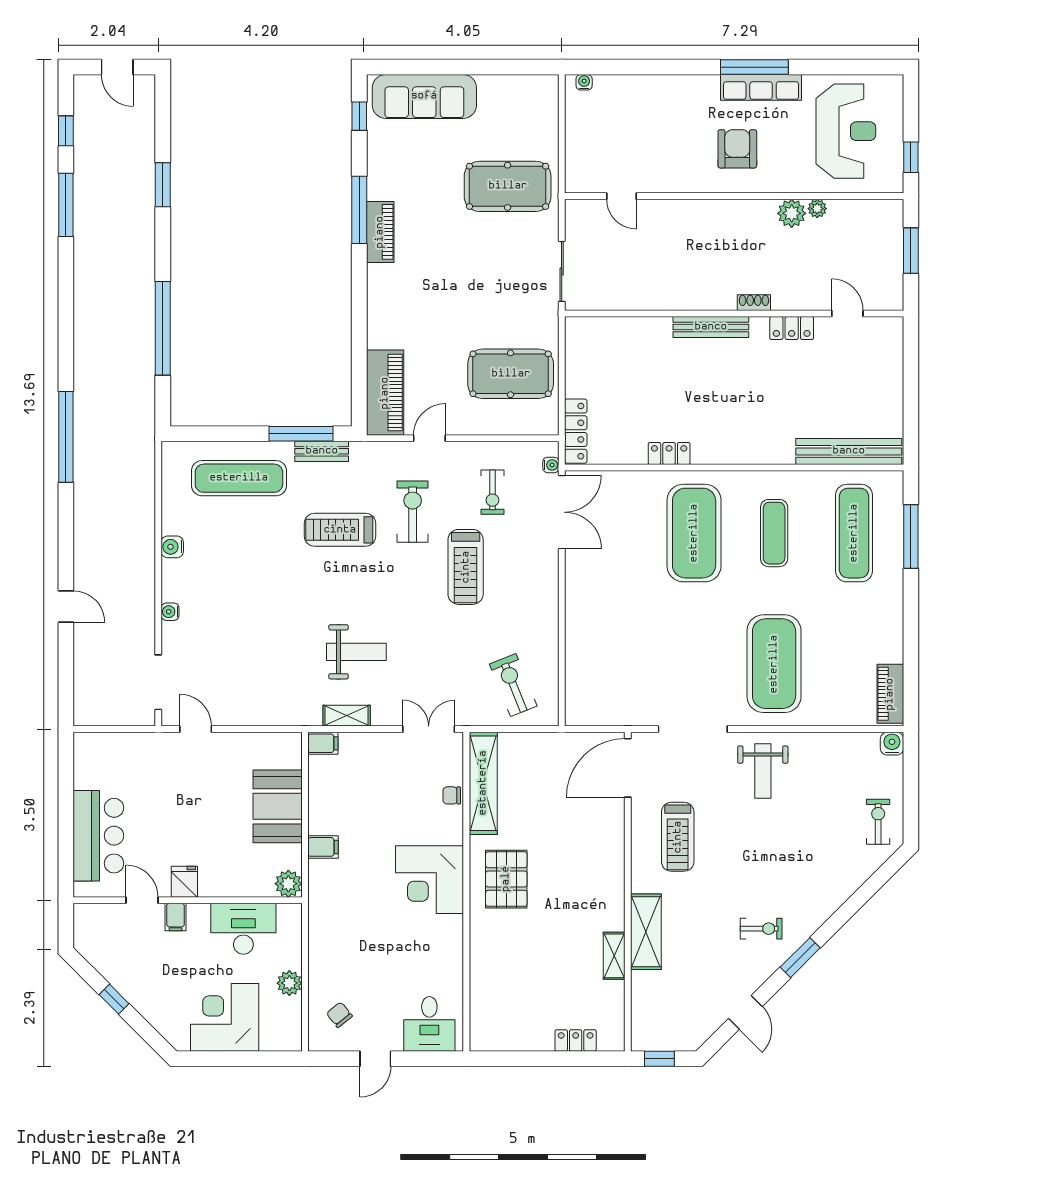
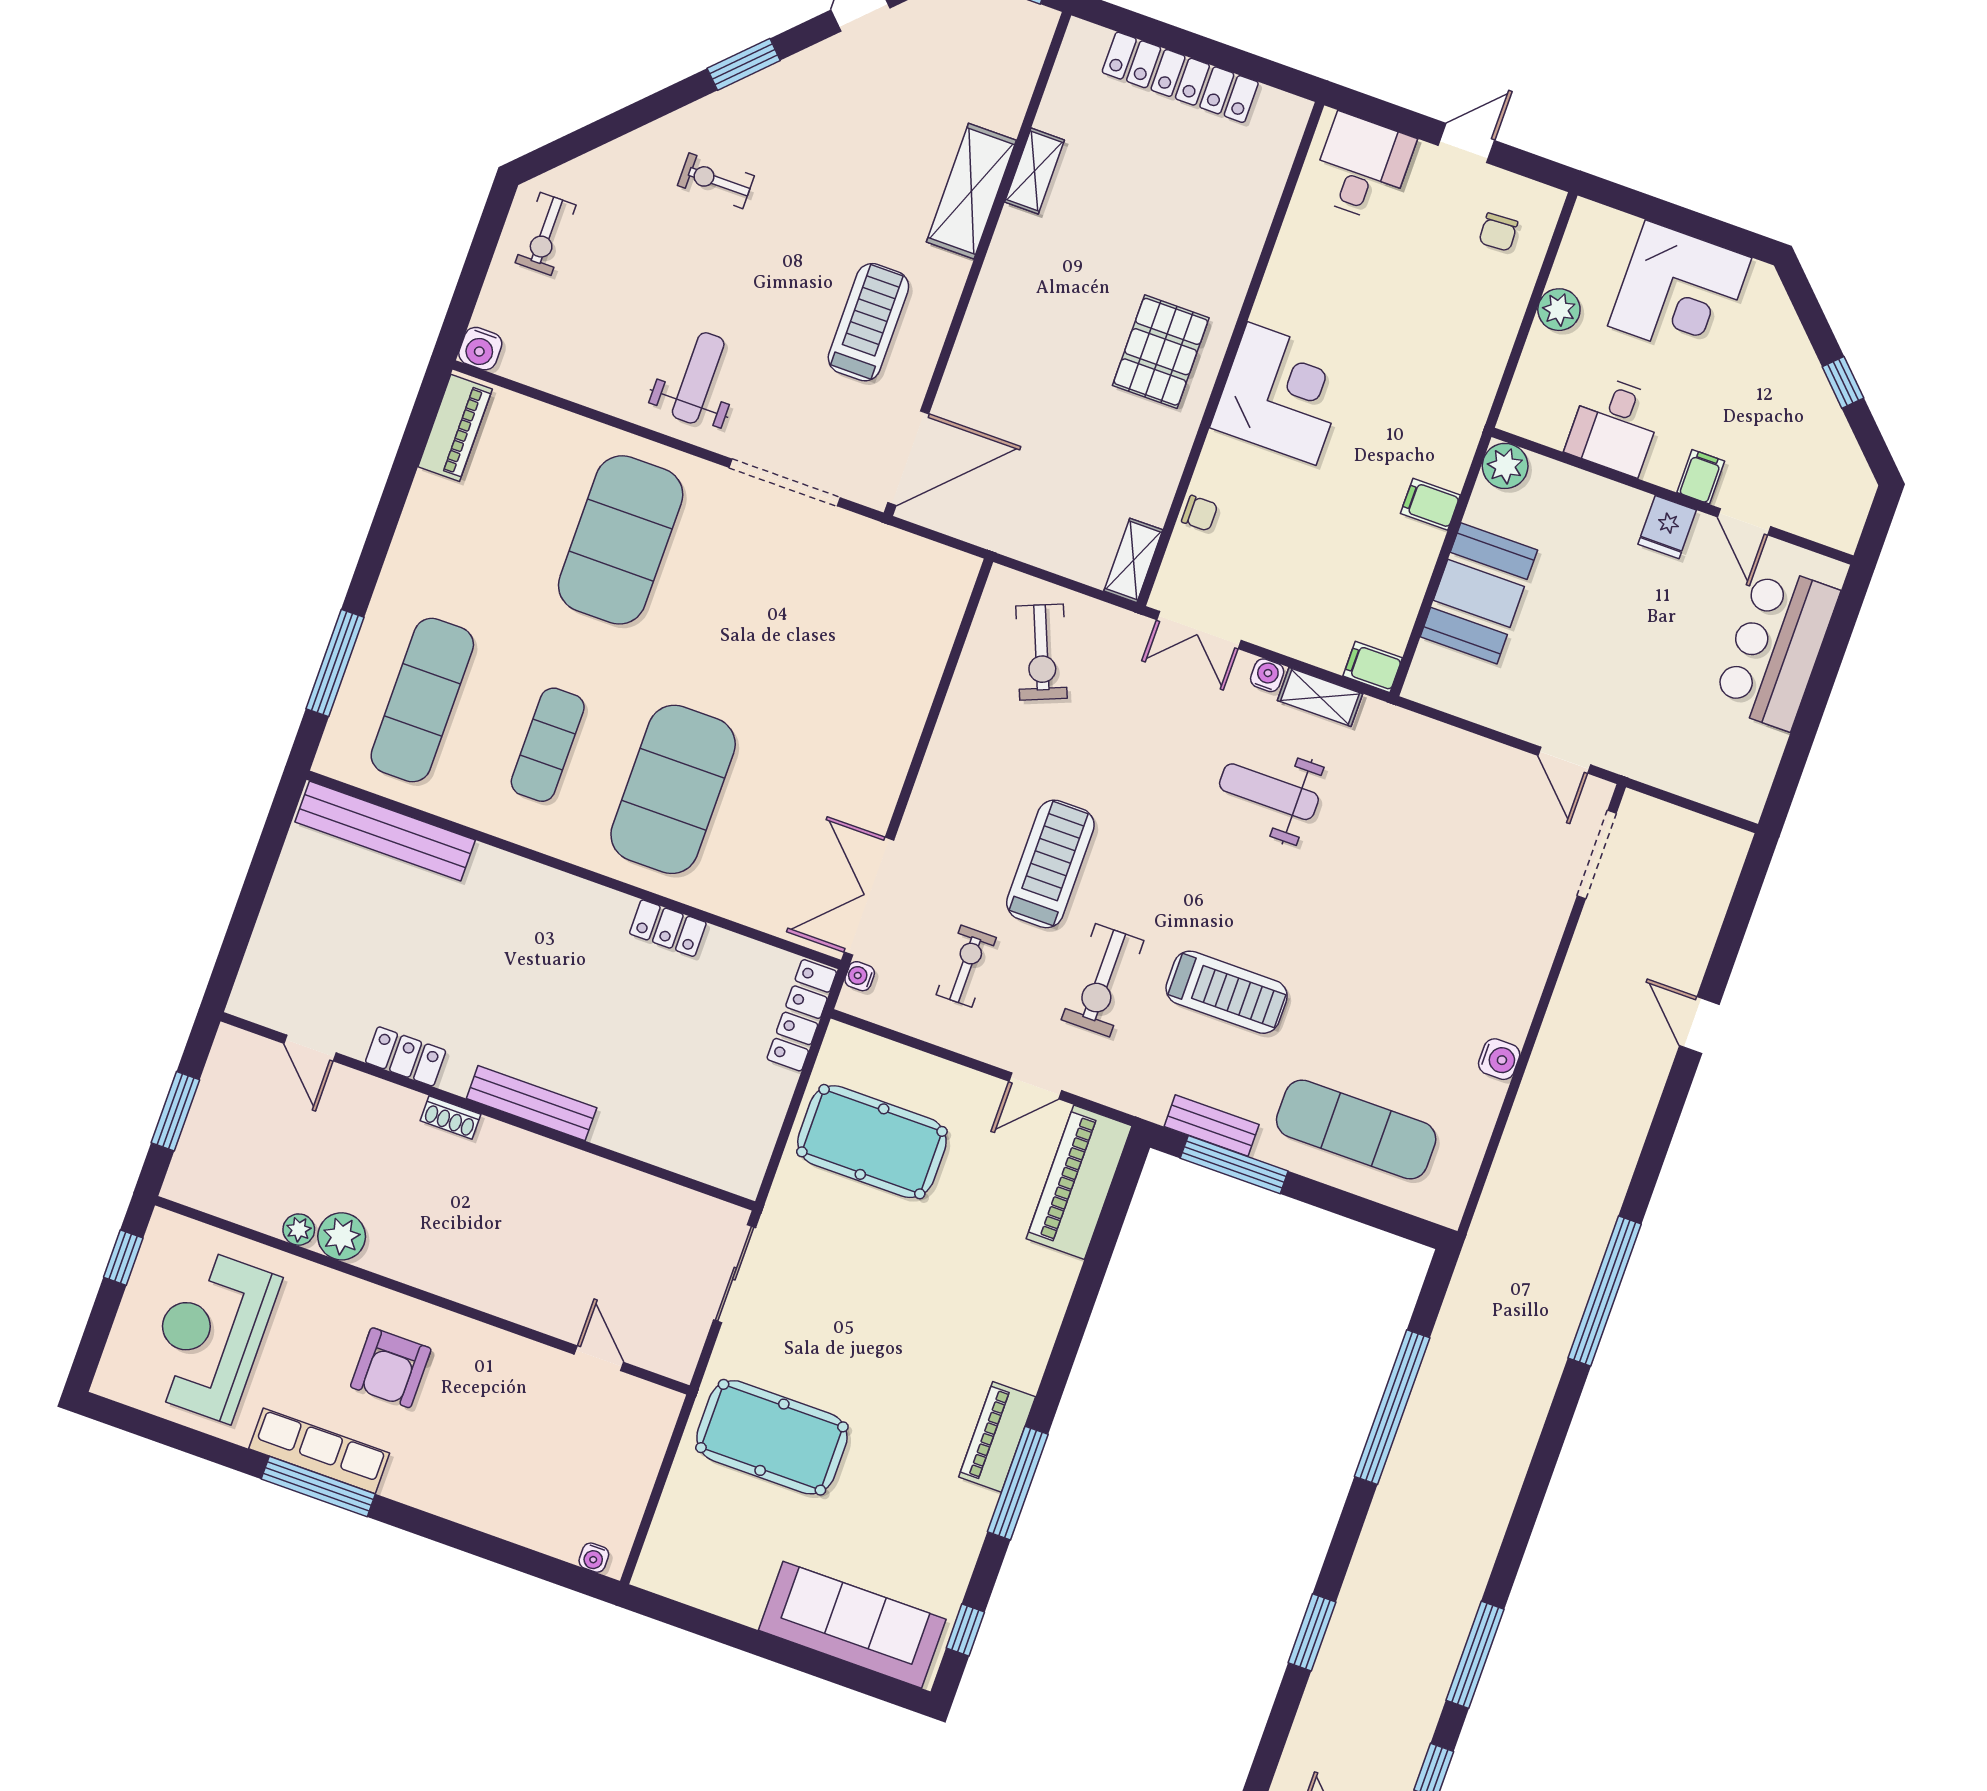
water cooler: (170, 612) -> (1267, 675), moved, turned -90
shelving: (483, 783) -> (1133, 560), width x0.45, depth x0.75
desk: (243, 929) -> (1615, 425), width x0.73
exercise bike: (761, 929) -> (716, 181), moved
chair: (339, 1015) -> (1498, 232), turned 36
locker: (576, 1040) -> (1180, 77), width x2.16, depth x1.21

